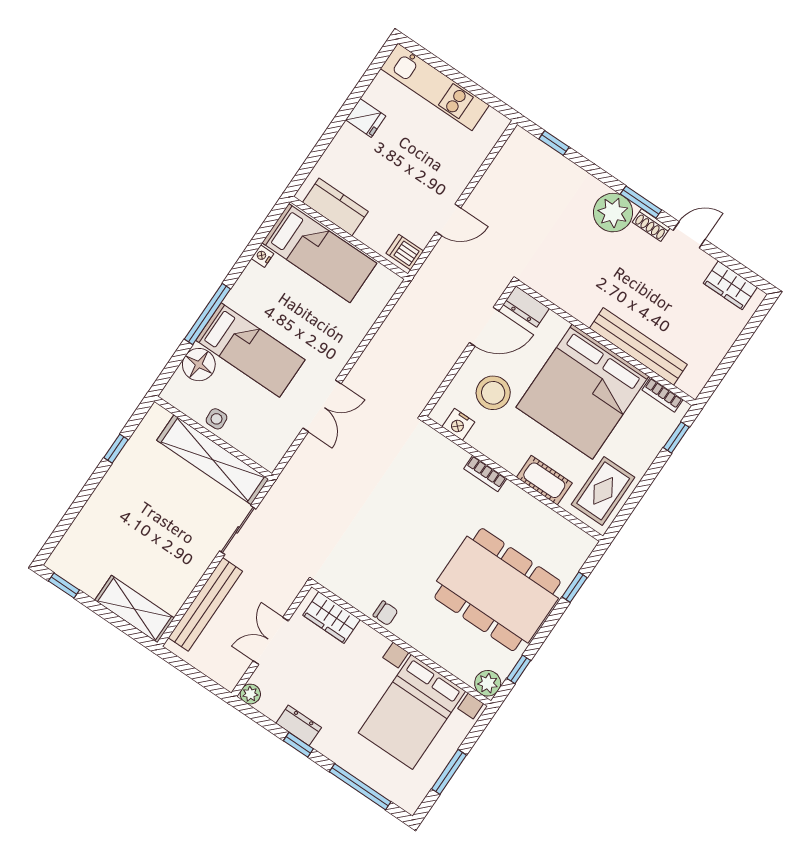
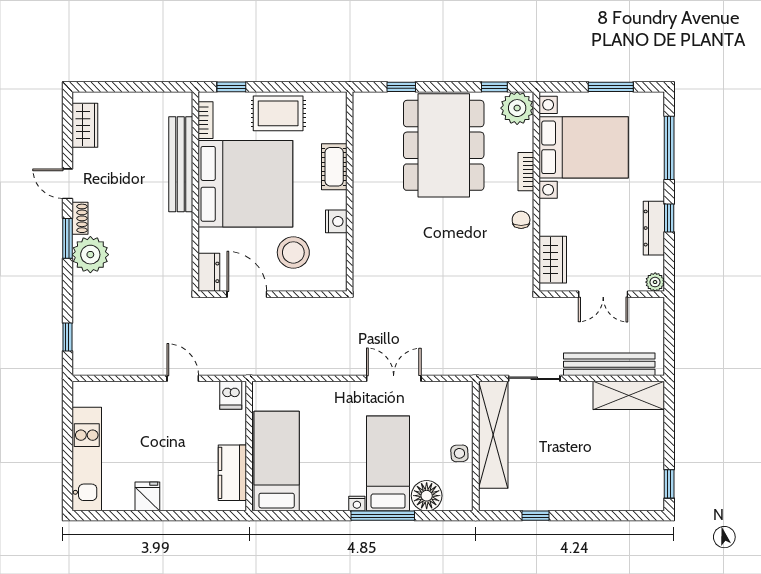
nightstand: (262, 256) -> (357, 504), moved
nightstand: (458, 424) -> (336, 221), moved
bookcase: (485, 474) -> (526, 172), moved, turned 180
rug: (603, 491) -> (278, 113), moved
shelving: (134, 609) -> (629, 395), moved, turned 90
plant: (488, 683) -> (517, 108), width x1.36, depth x1.36
dresser: (299, 725) -> (654, 228), width x1.44

